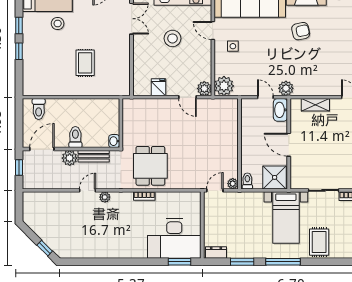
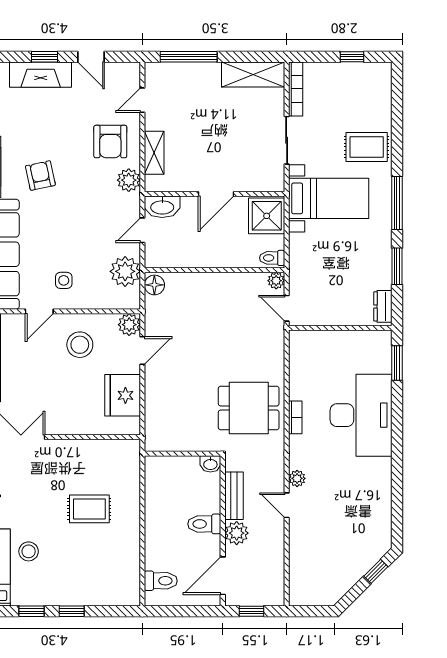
stool: (172, 38) -> (80, 345), moved
armchair: (323, 76) -> (110, 142), added
plant: (224, 86) -> (125, 271), moved
fridge: (159, 87) -> (123, 395), width x1.88, depth x1.34
plant: (286, 88) -> (129, 180), moved
floor lamp: (230, 105) -> (154, 285), added
door: (42, 149) -> (223, 576), hinge flipped
desk: (174, 238) -> (361, 415), moved

